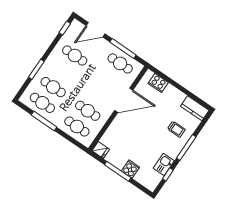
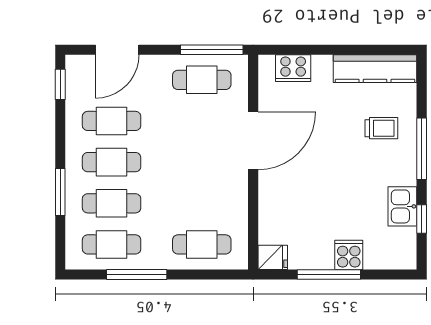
window: (123, 48) -> (212, 50), moved
kitchen counter: (195, 108) -> (375, 69), width x1.50
cafe table: (88, 111) -> (112, 162), moved

